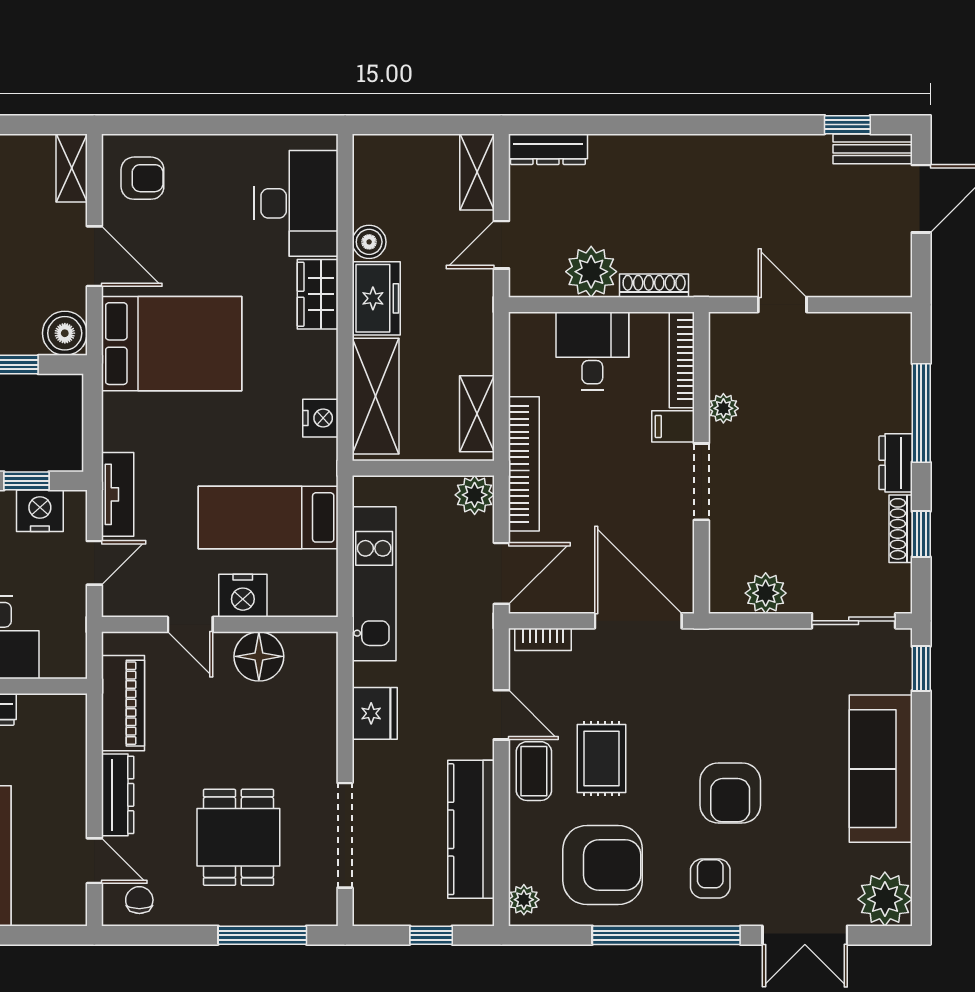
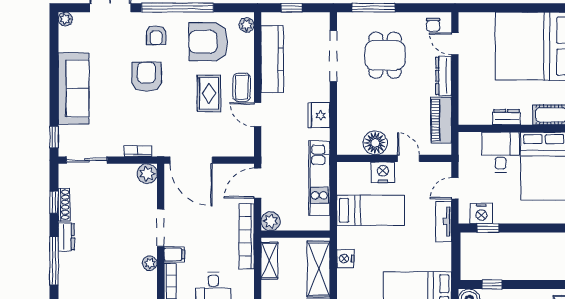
plant: (766, 593) -> (147, 174), moved
bookcase: (543, 639) -> (138, 151), moved
plant: (885, 899) -> (65, 19), width x0.53, depth x0.53

